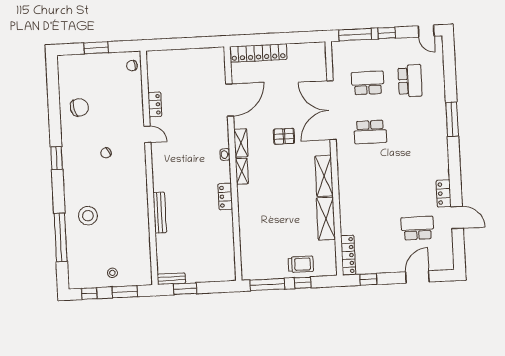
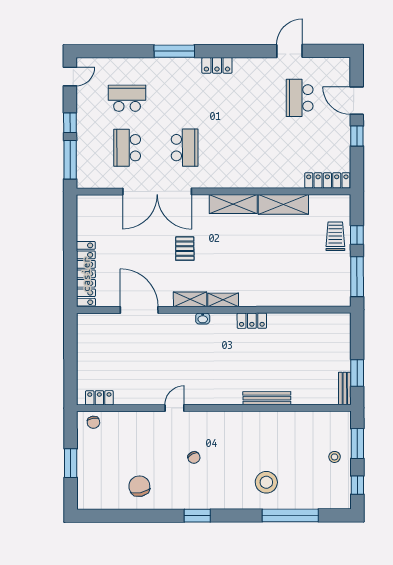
locker: (155, 104) -> (99, 398), moved
locker: (444, 193) -> (217, 65), moved
window: (368, 279) -> (357, 136), moved

